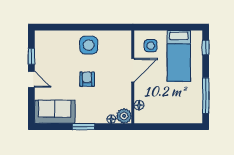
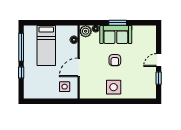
window: (206, 47) -> (21, 73), moved
bed: (179, 56) -> (46, 45), moved, turned 180
door: (31, 79) -> (159, 60), hinge flipped
sofa: (55, 112) -> (116, 35), moved

